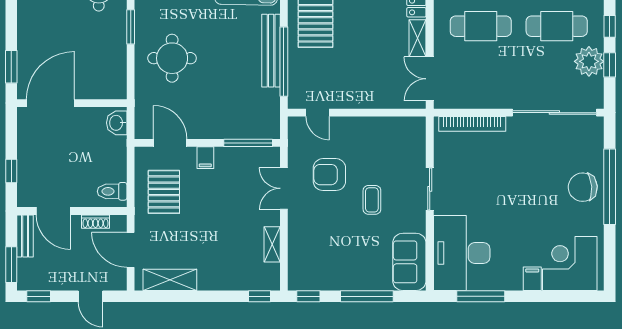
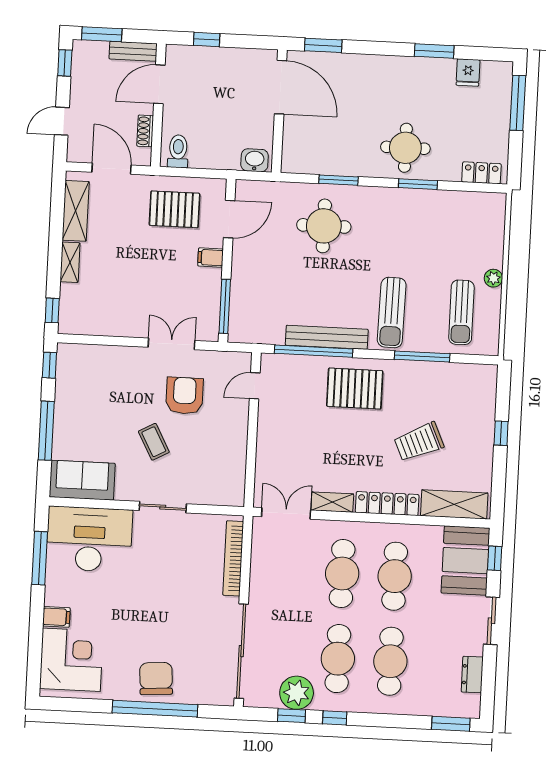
window: (131, 27) -> (338, 180), moved
coffee table: (372, 200) -> (154, 442), turned 62
shelving: (272, 244) -> (70, 262), moved, turned 90
door: (131, 250) -> (112, 169), hinge flipped

